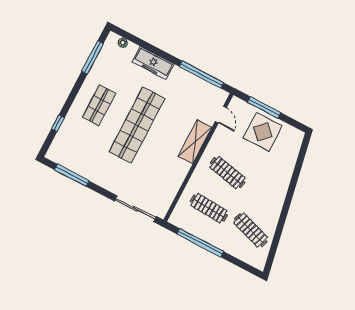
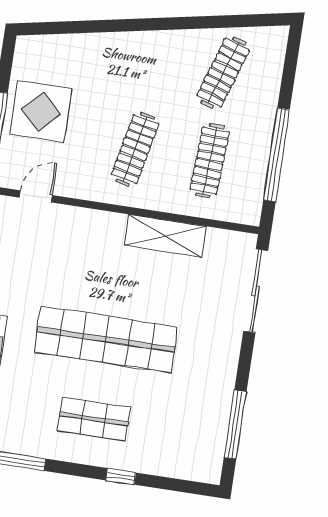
window: (58, 123) -> (121, 476), moved
shelving: (195, 142) -> (165, 236), moved

